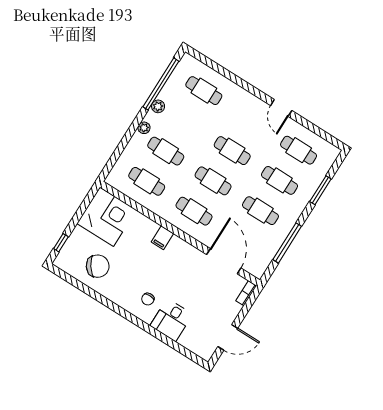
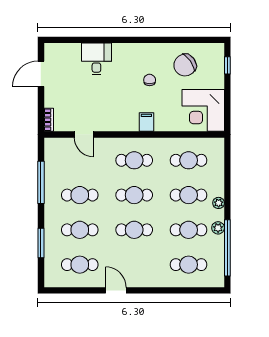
cafe table: (185, 121) -> (189, 230), added
door: (224, 261) -> (84, 135), width x0.53
chair: (148, 299) -> (150, 80), moved

